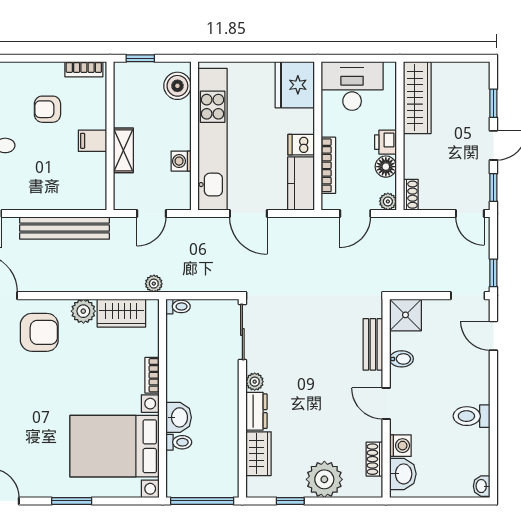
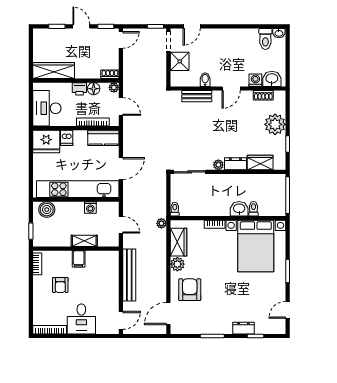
dishwasher: (301, 145) -> (67, 138), moved
shower: (405, 315) -> (180, 61), moved
toilet: (472, 416) -> (265, 39), moved

